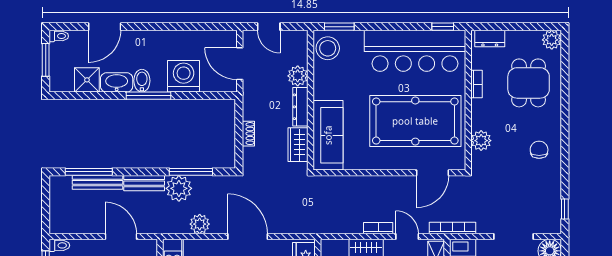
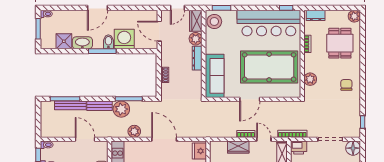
door: (105, 27) -> (98, 8), moved
door: (269, 27) -> (177, 8), hinge flipped
bidet: (142, 81) -> (108, 42), moved
wardrobe: (298, 145) -> (196, 21), moved
door: (433, 173) -> (250, 99), moved

